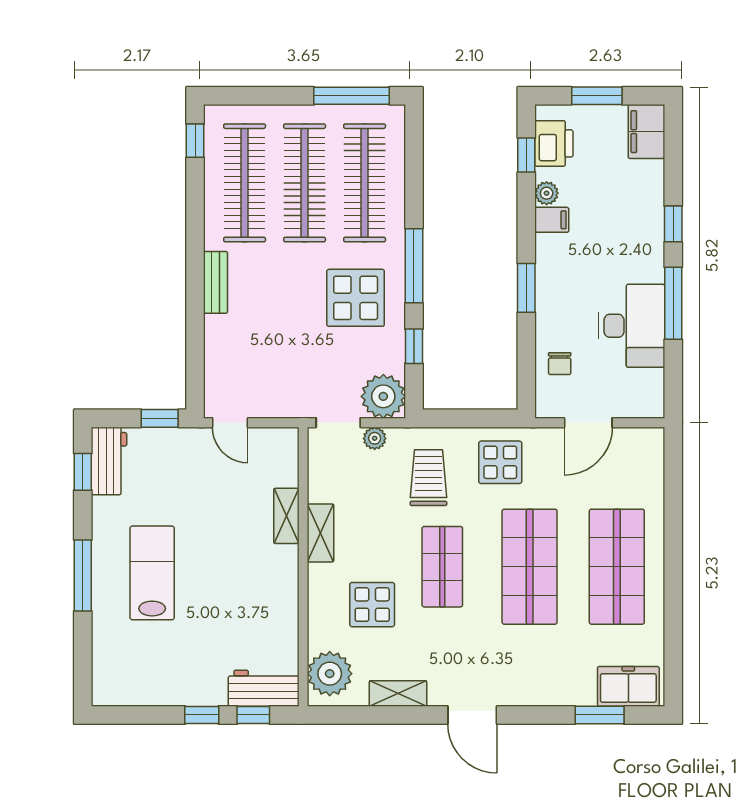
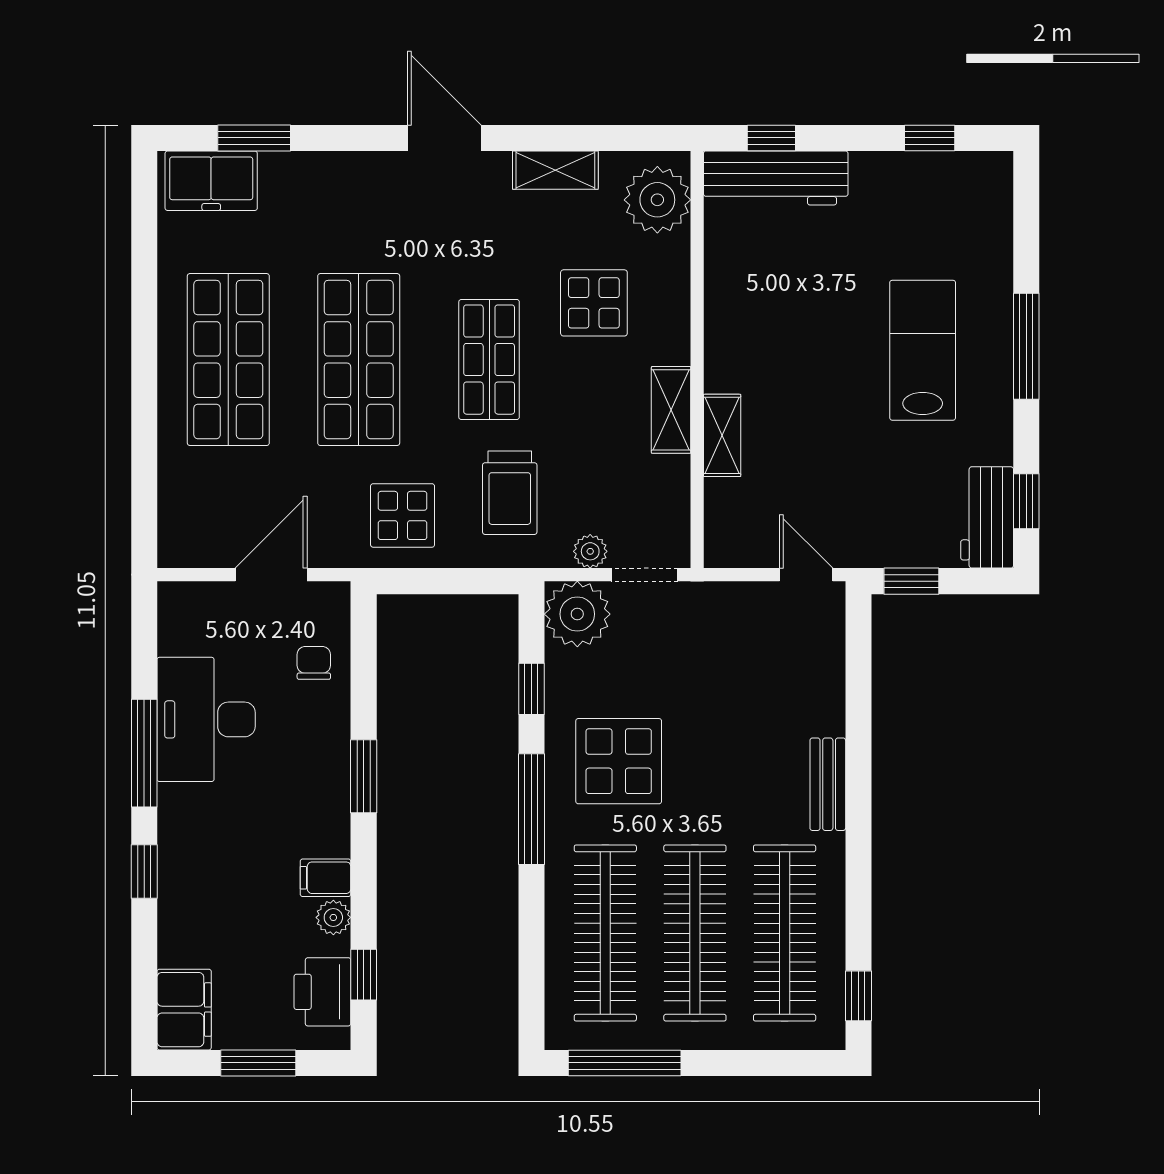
lab bench: (152, 573) -> (923, 350), turned 180
workbench: (264, 688) -> (776, 178), width x1.37
window: (202, 715) -> (930, 138), moved

